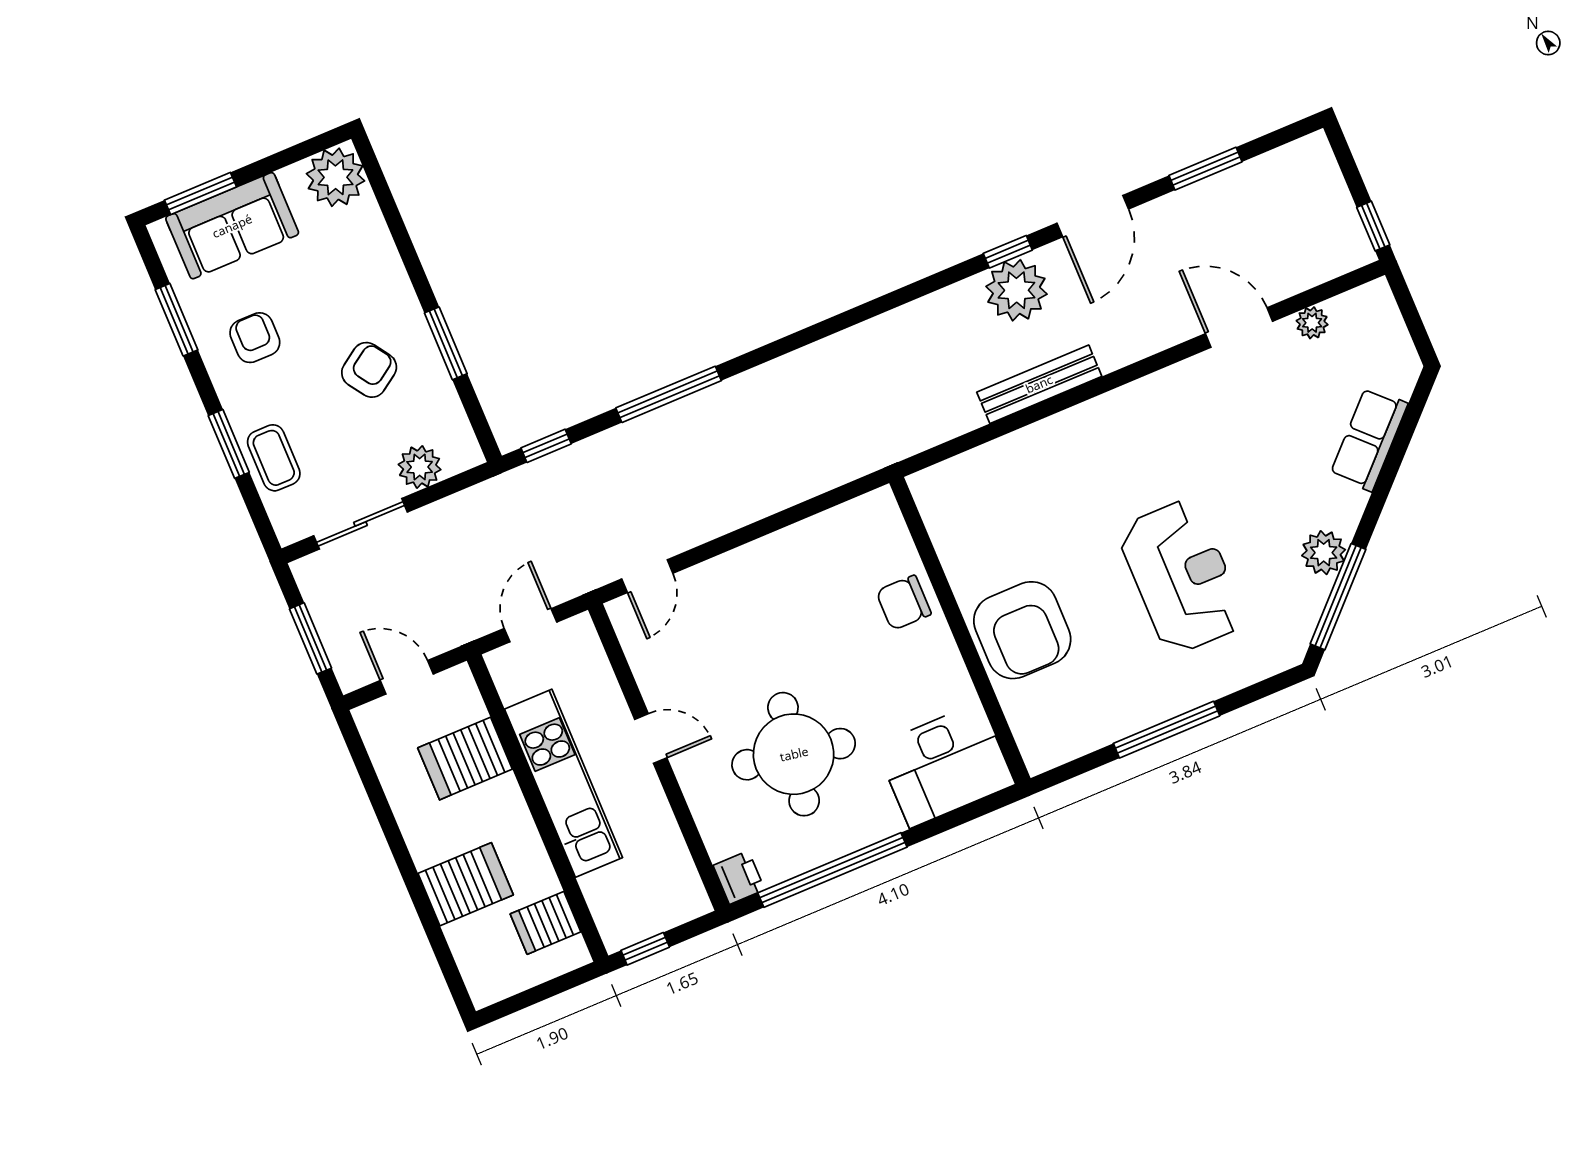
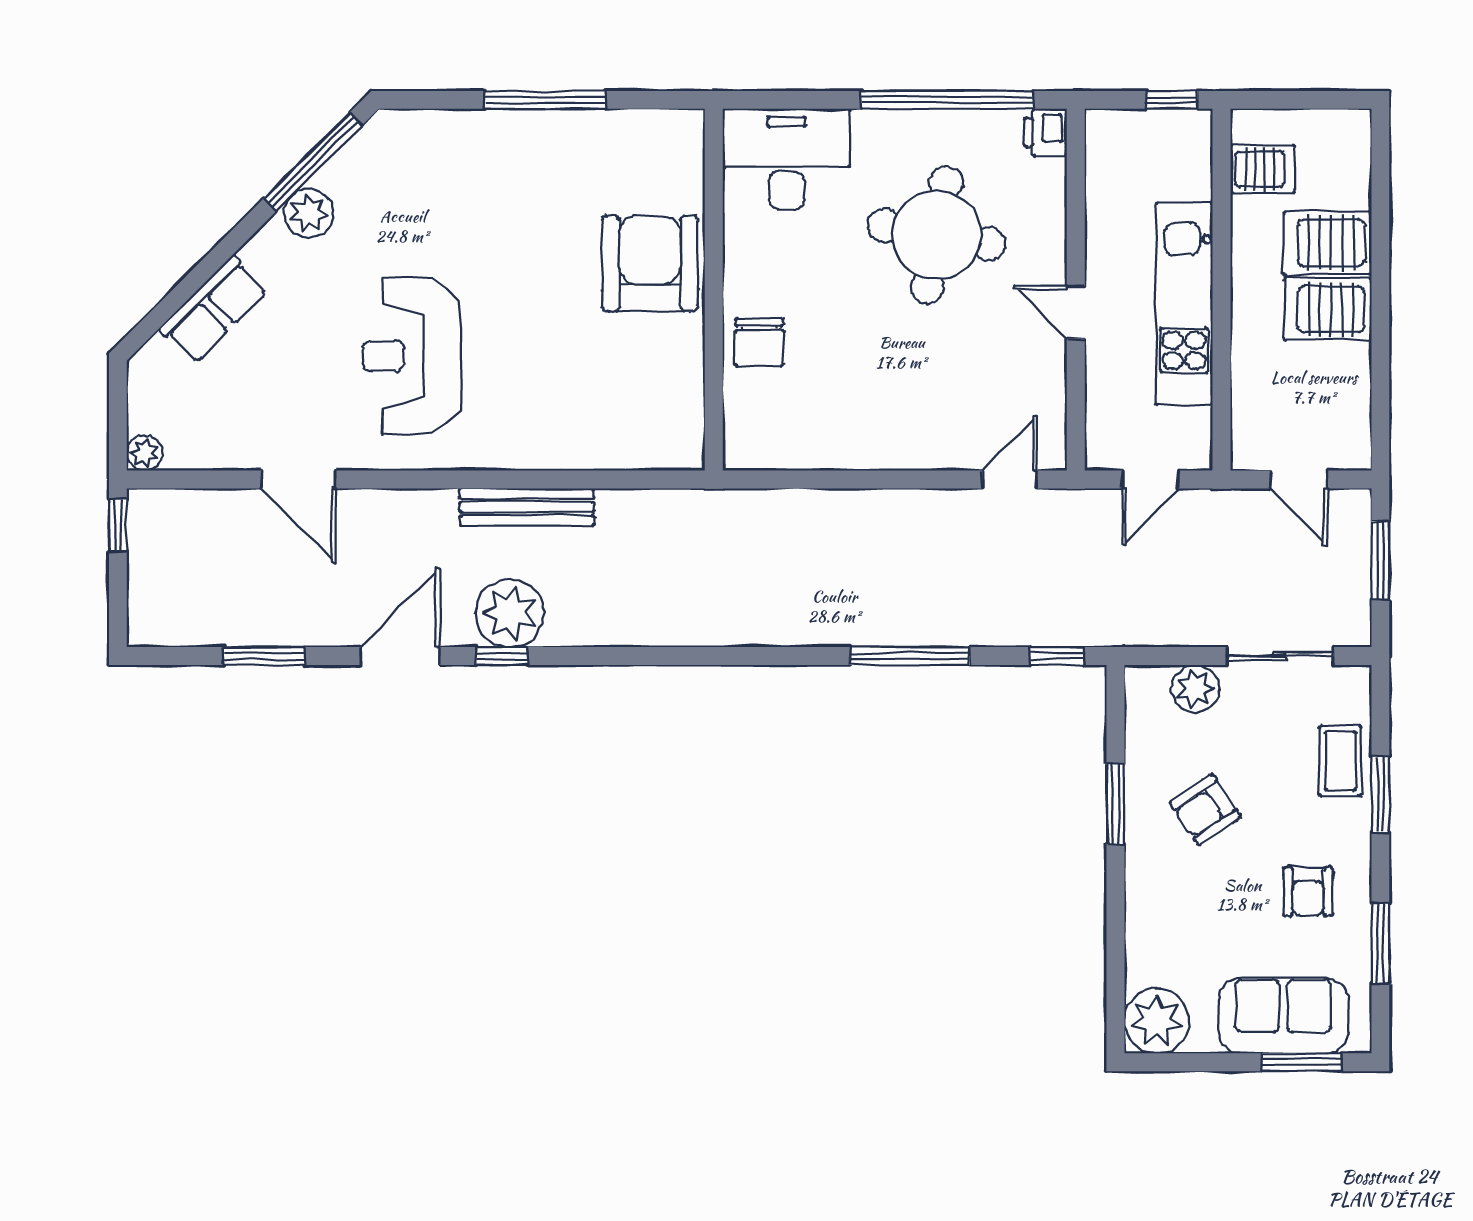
plant: (1312, 323) -> (144, 453), moved
reception desk: (1182, 577) -> (412, 356), moved
chair: (904, 603) -> (759, 342), turned 90
server rack: (465, 759) -> (1328, 309), moved, turned 180

